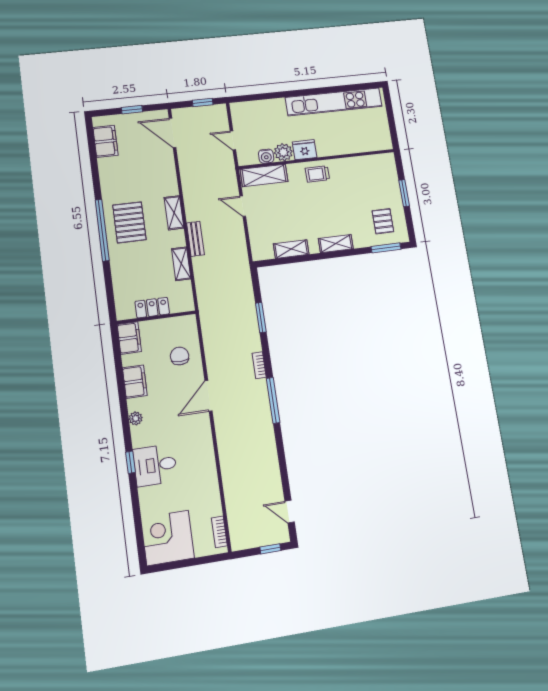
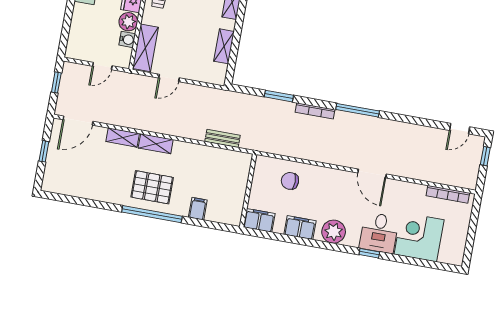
filing cabinet: (106, 141) -> (198, 209), moved, width x0.50
bench: (195, 239) -> (223, 138), moved
shelving: (181, 264) -> (123, 137), moved
locker: (152, 308) -> (238, 191), removed
bookcase: (259, 365) -> (315, 111), width x1.56
door: (209, 396) -> (372, 173), moved
plant: (136, 418) -> (334, 232), width x1.88, depth x1.88
bookcase: (219, 532) -> (448, 194), width x1.56
corner desk: (168, 538) -> (419, 237), moved, turned 90

